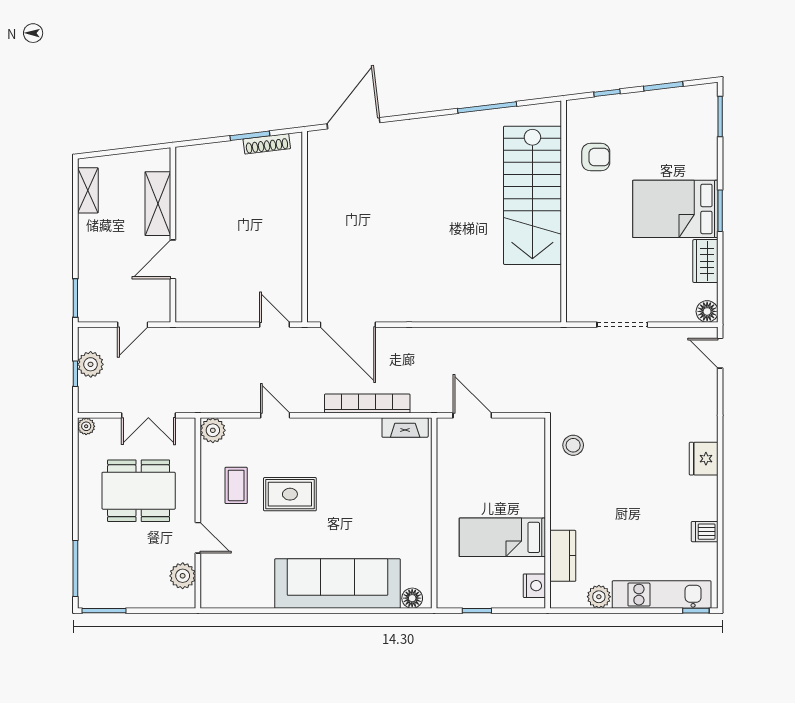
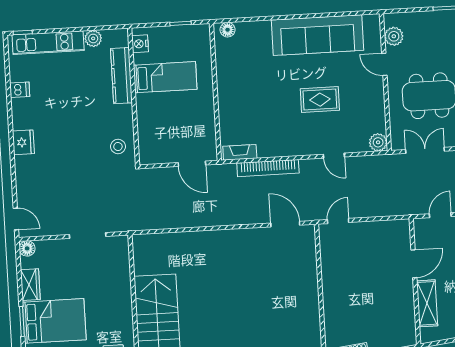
door: (275, 325) -> (338, 221), swing flipped
door: (348, 325) -> (285, 224), width x0.73
coffee table: (236, 485) -> (359, 104), removed
kitchen counter: (563, 556) -> (121, 76), width x1.50
sofa: (337, 584) -> (317, 35), moved

